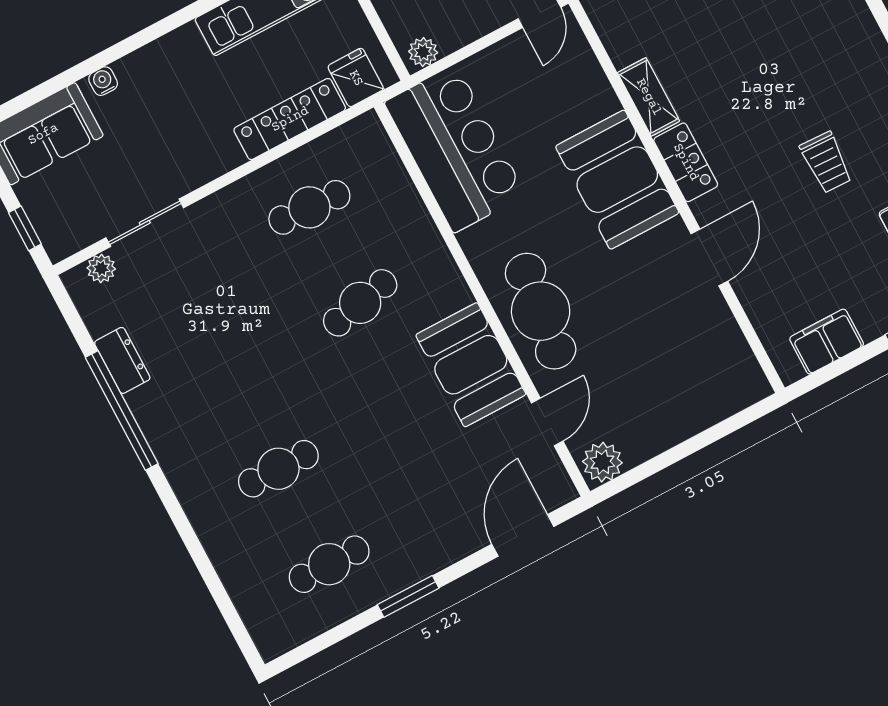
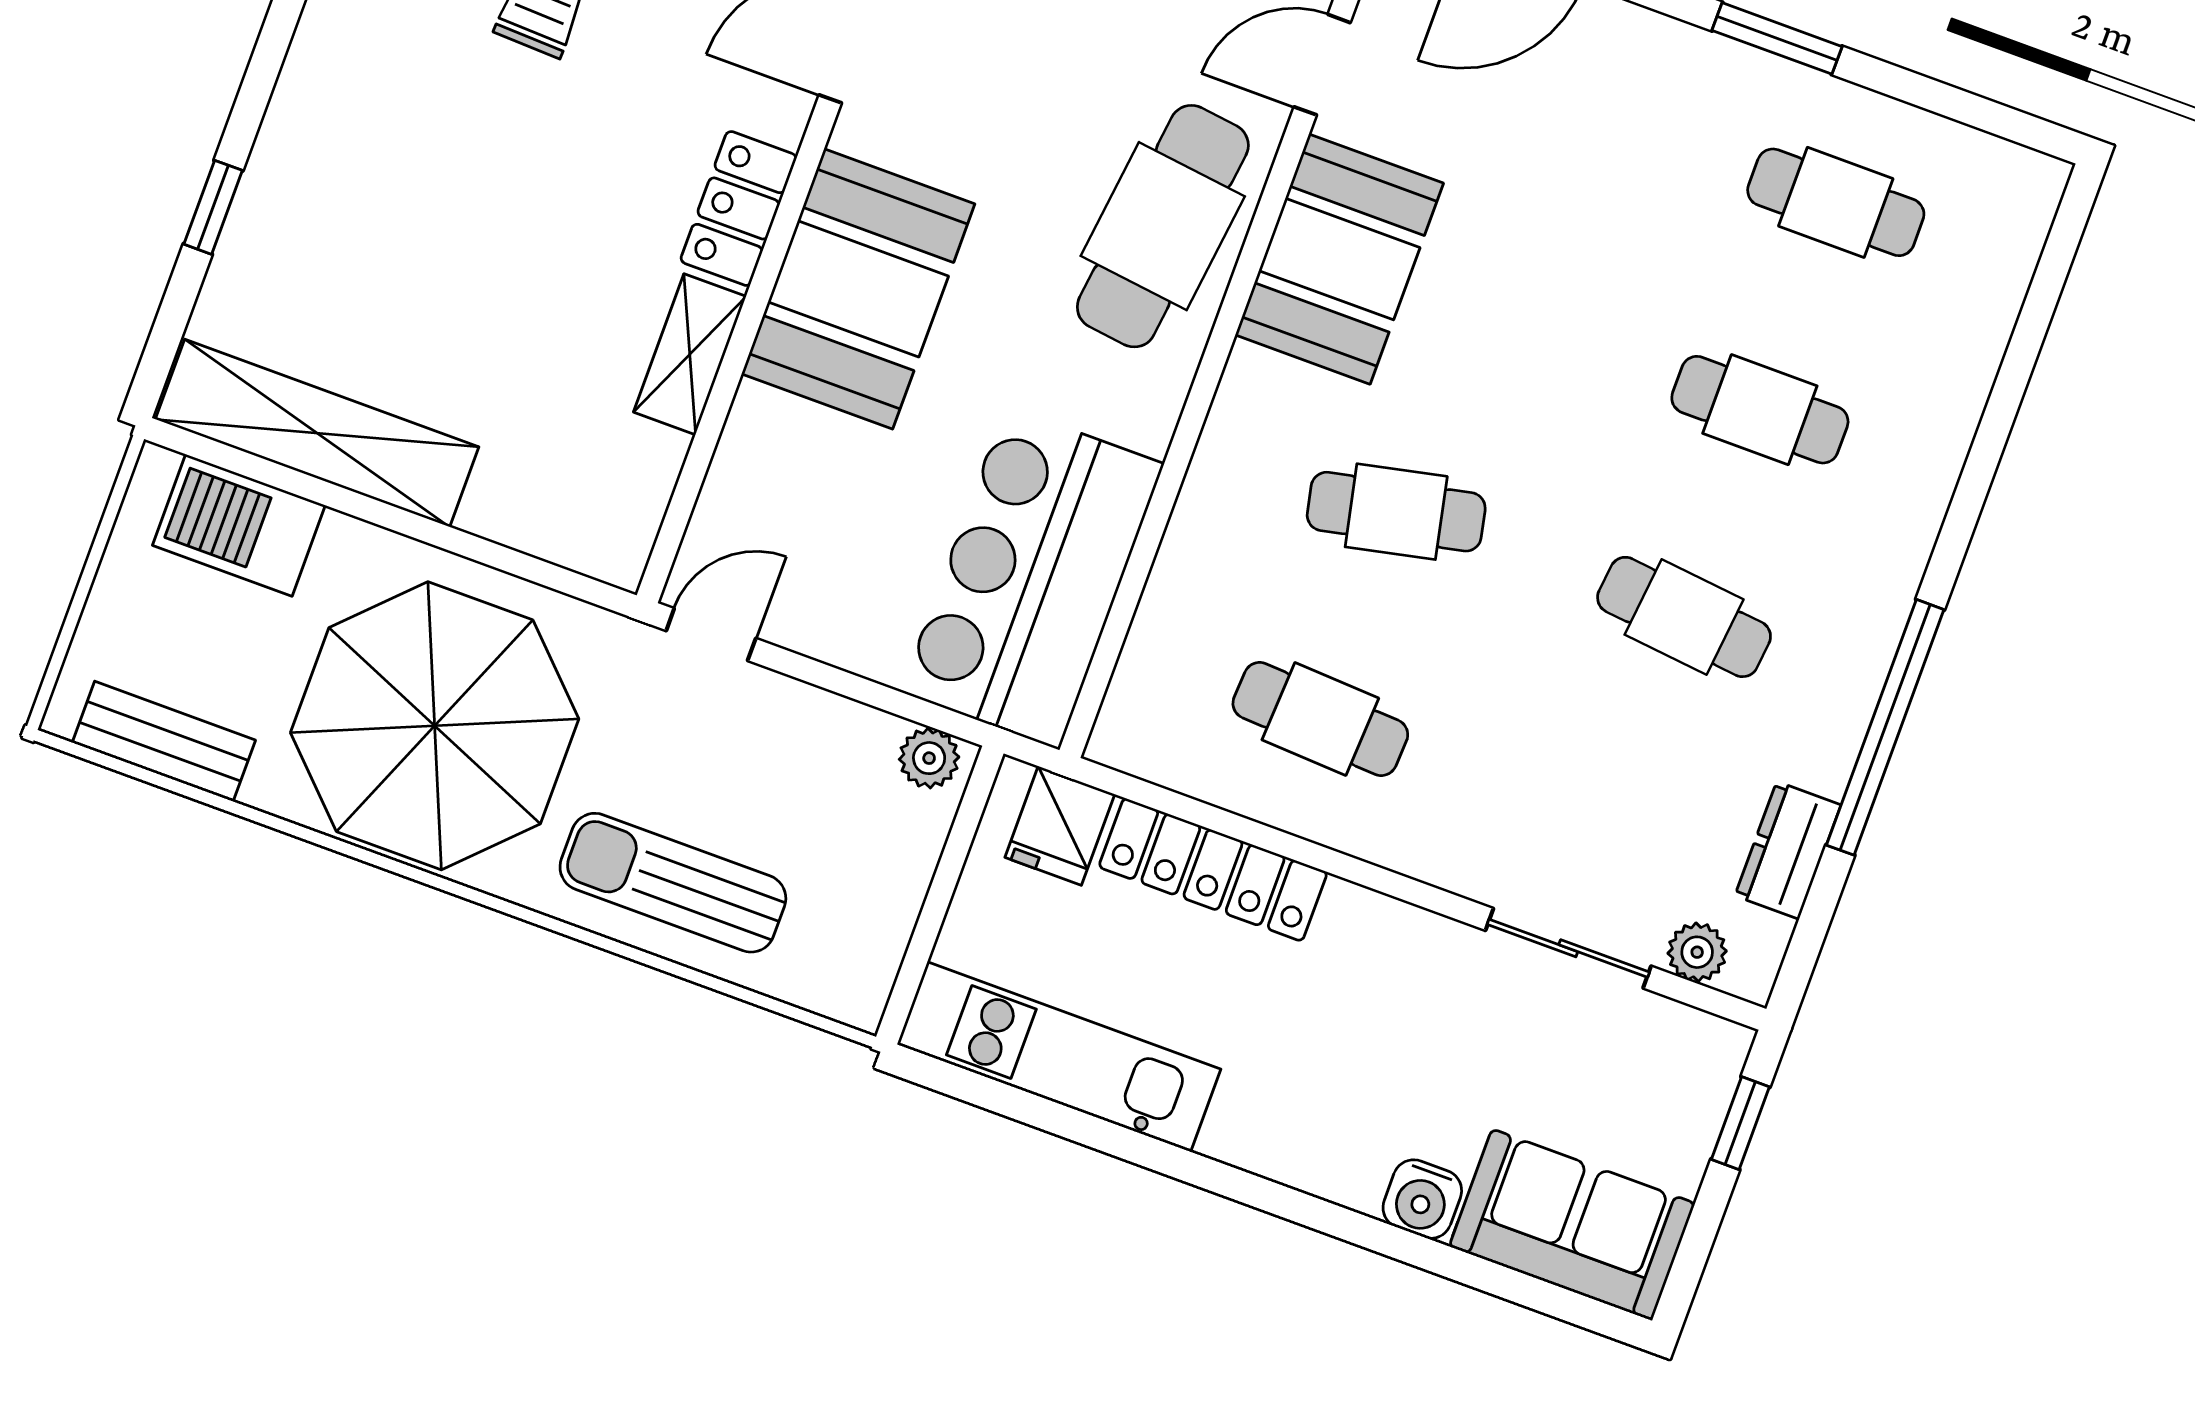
water cooler: (103, 81) -> (1422, 1199), width x1.38, depth x1.38
dresser: (122, 360) -> (1788, 850), moved
cafe table: (228, 373) -> (1684, 617), added

